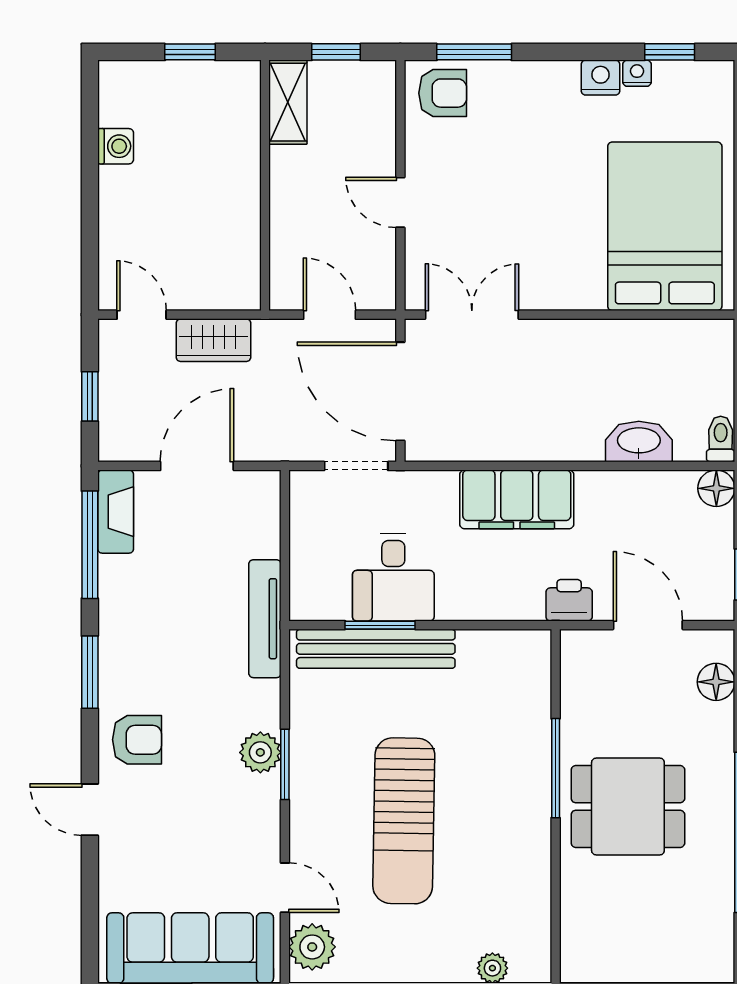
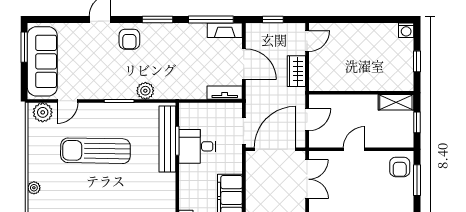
washing machine: (116, 146) -> (406, 30), moved
tv unit: (265, 619) -> (225, 93), moved, width x0.71
plant: (260, 752) -> (145, 91), moved

